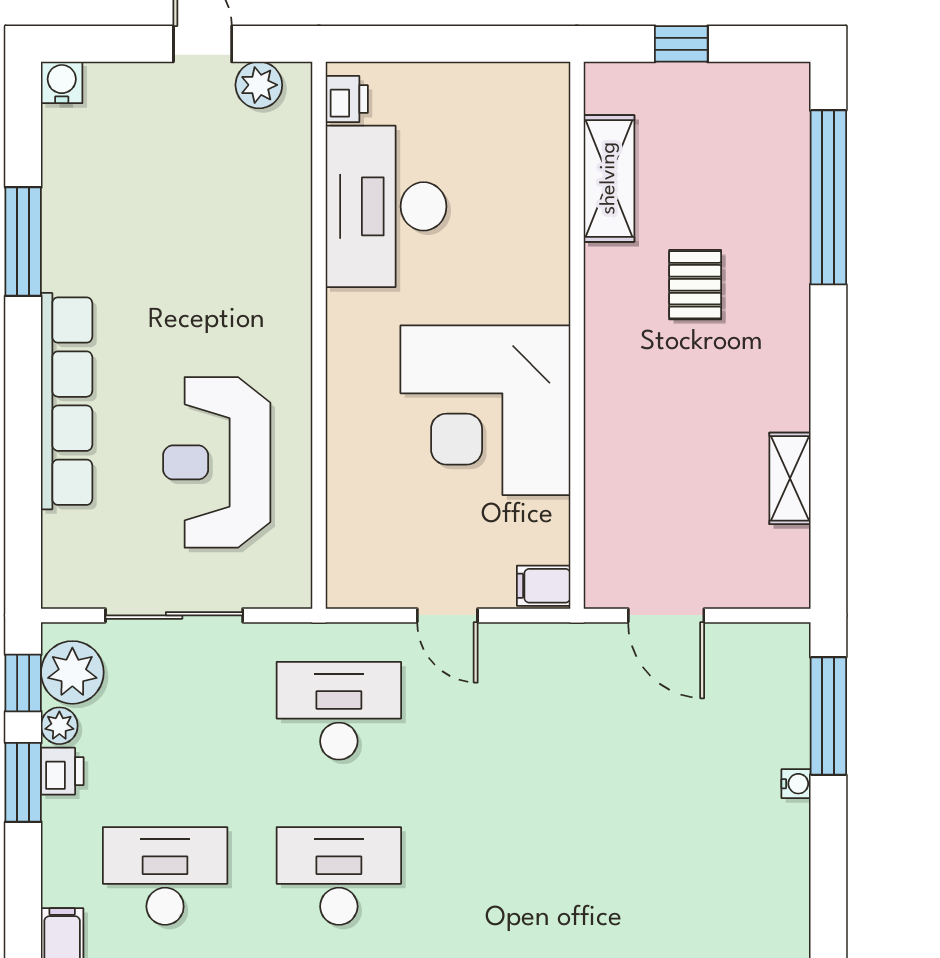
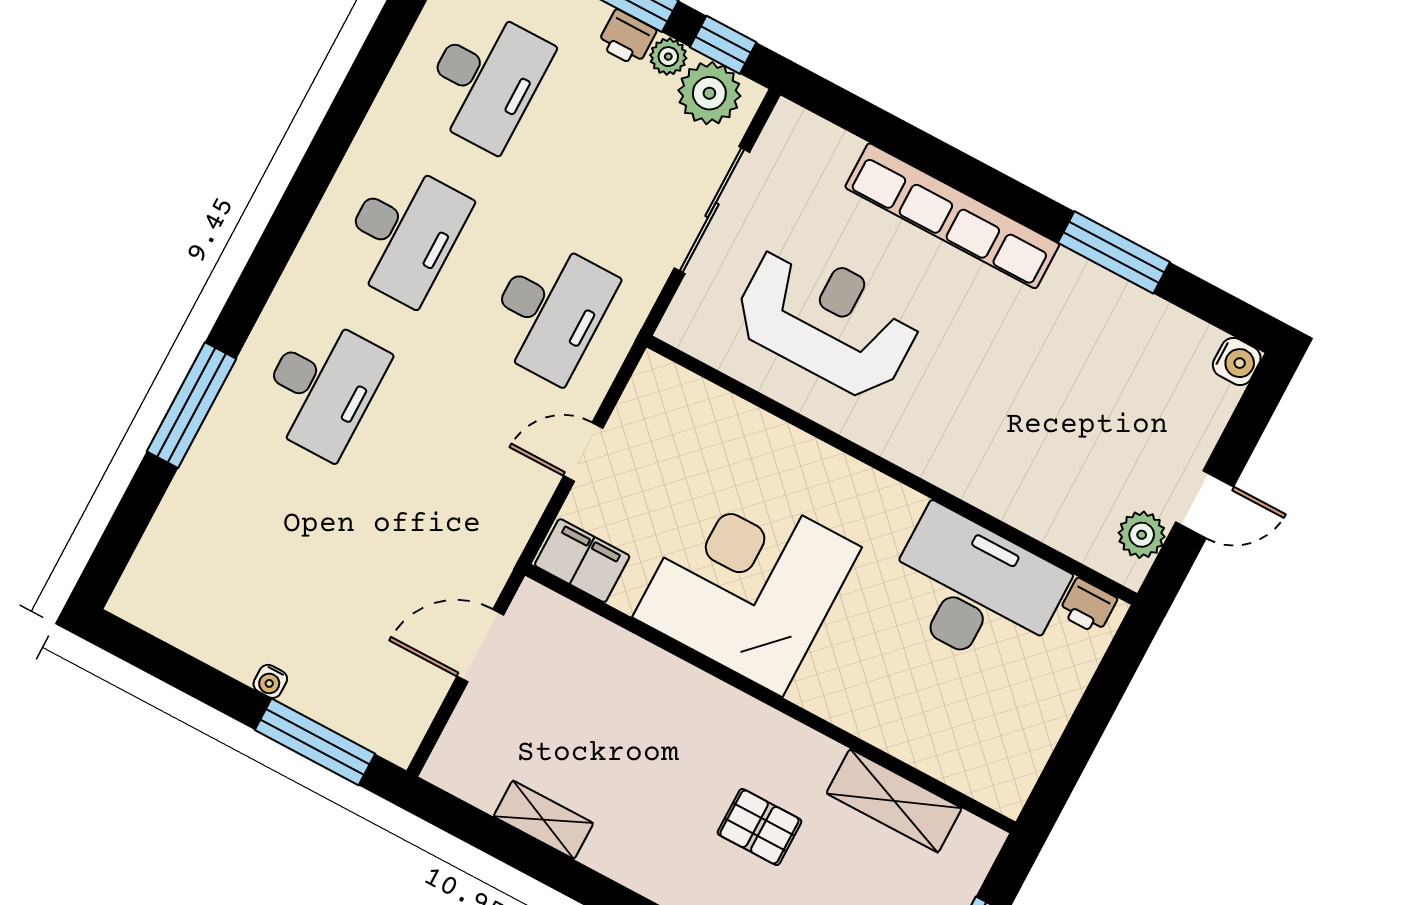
filing cabinet: (544, 586) -> (582, 561), width x2.00
desk: (513, 876) -> (322, 387), added

